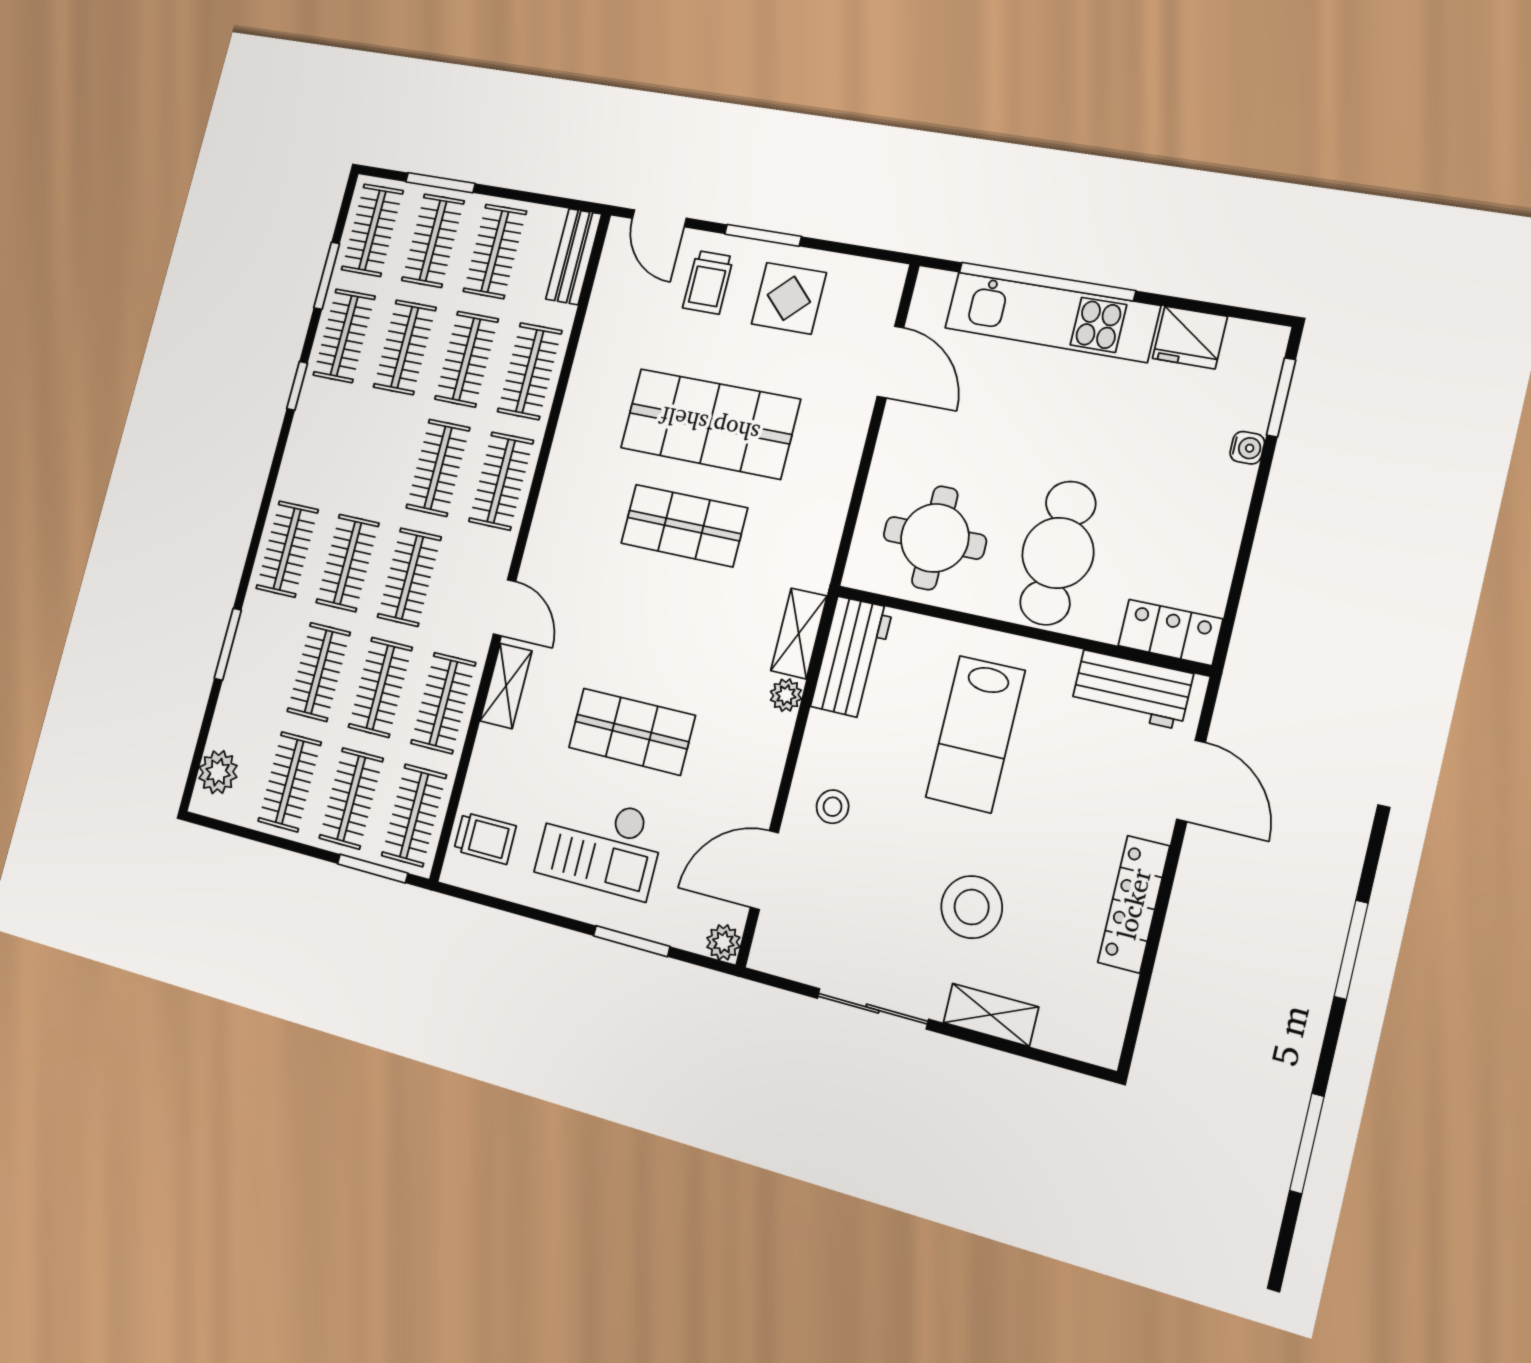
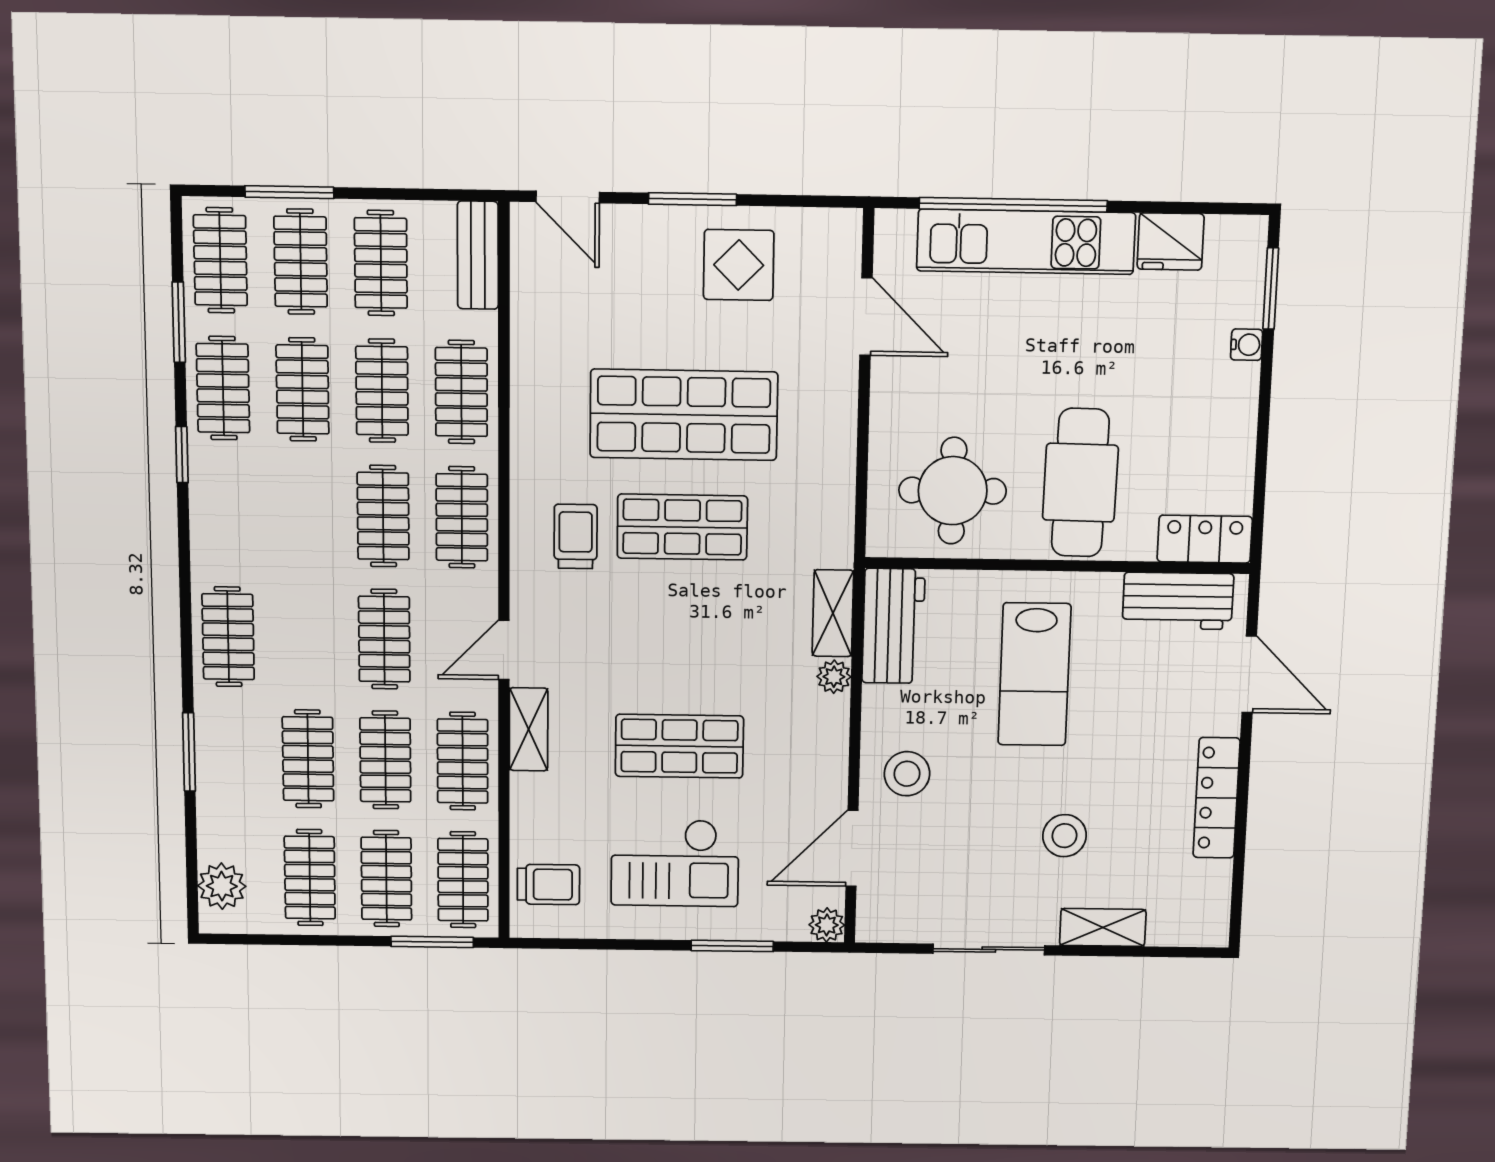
trolley: (708, 282) -> (576, 536), moved, turned 180
clothes rail: (348, 563) -> (306, 638), removed
door: (504, 608) -> (504, 650), swing flipped
stool: (833, 807) -> (907, 774), width x1.37, depth x1.37
stool: (972, 907) -> (1064, 836), width x0.73, depth x0.73

